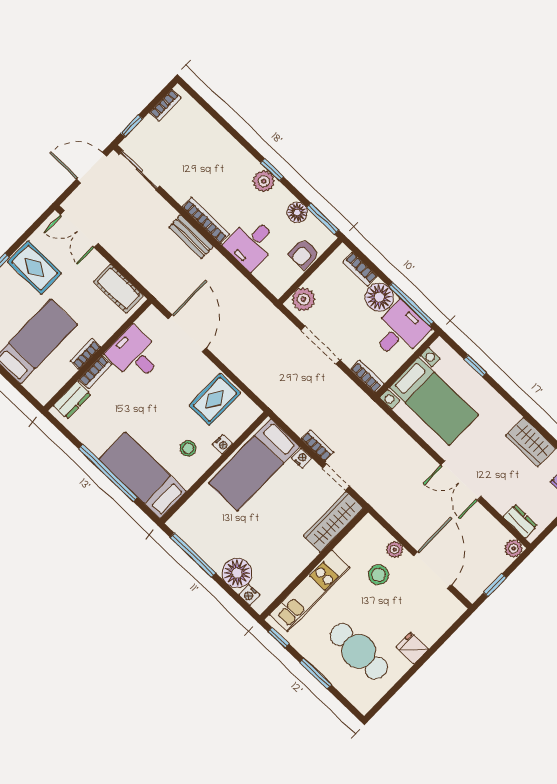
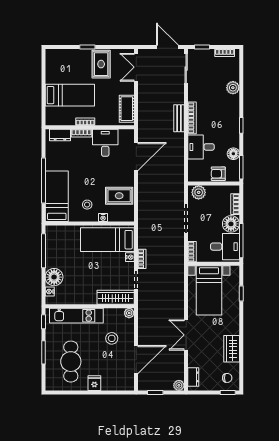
plant: (264, 181) -> (233, 88), moved
plant: (395, 550) -> (129, 313), moved

